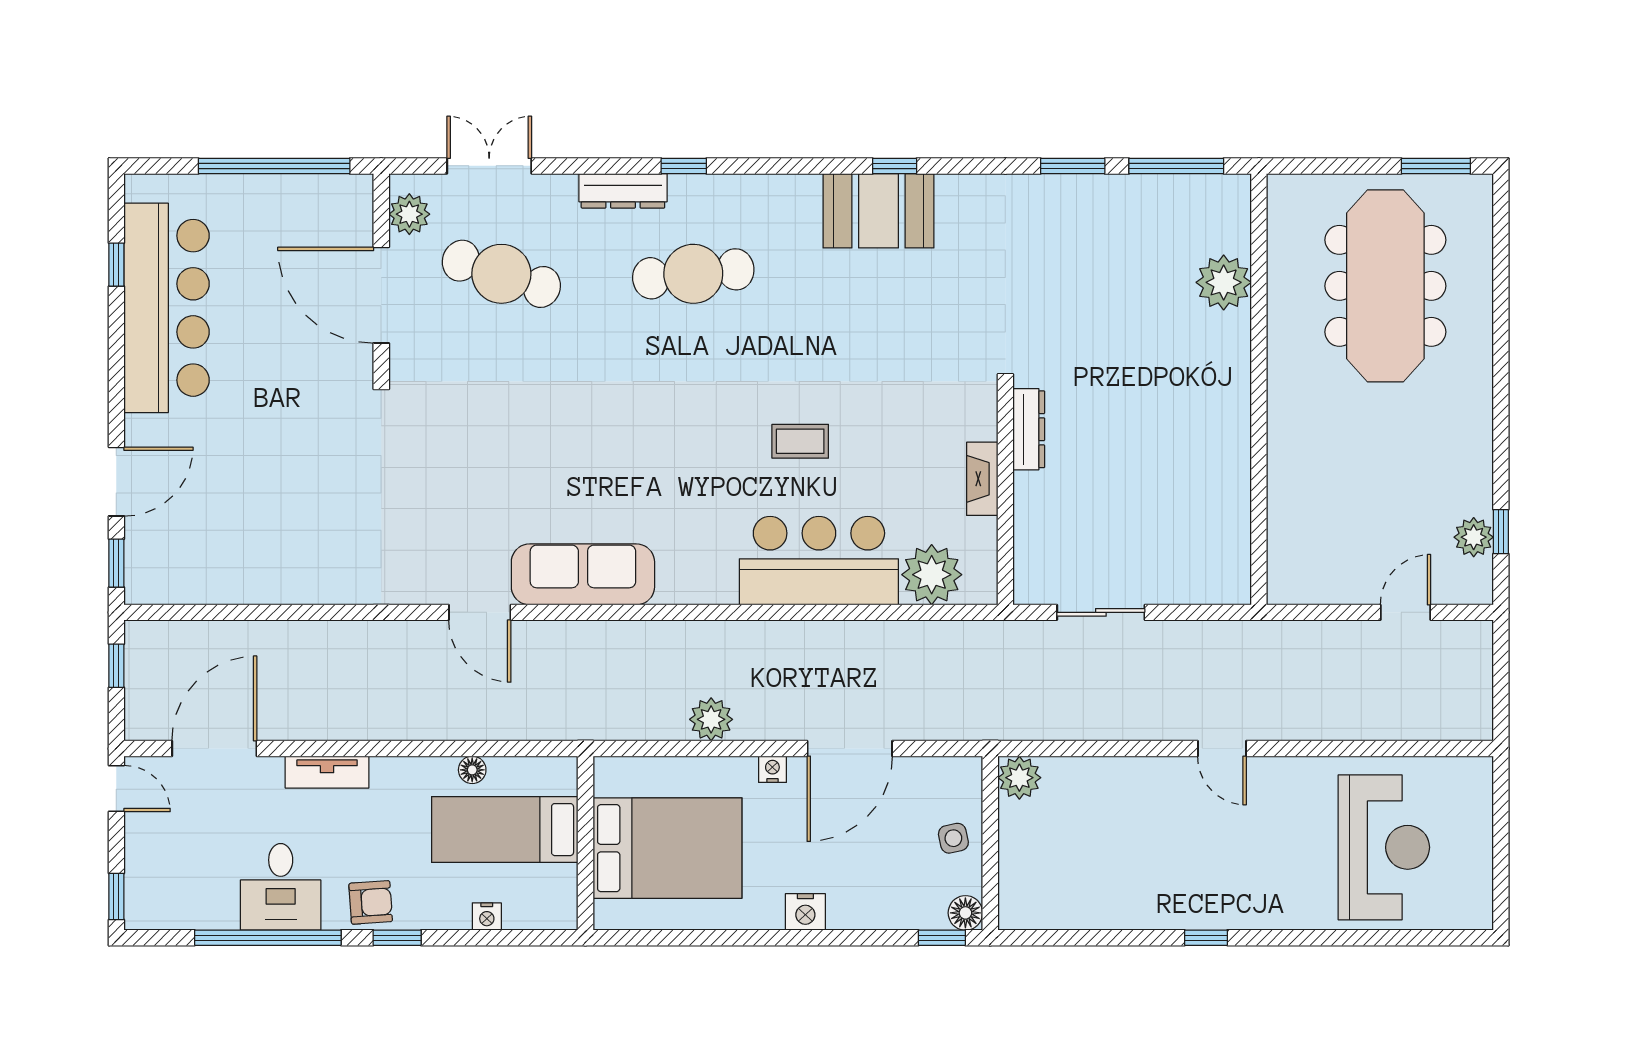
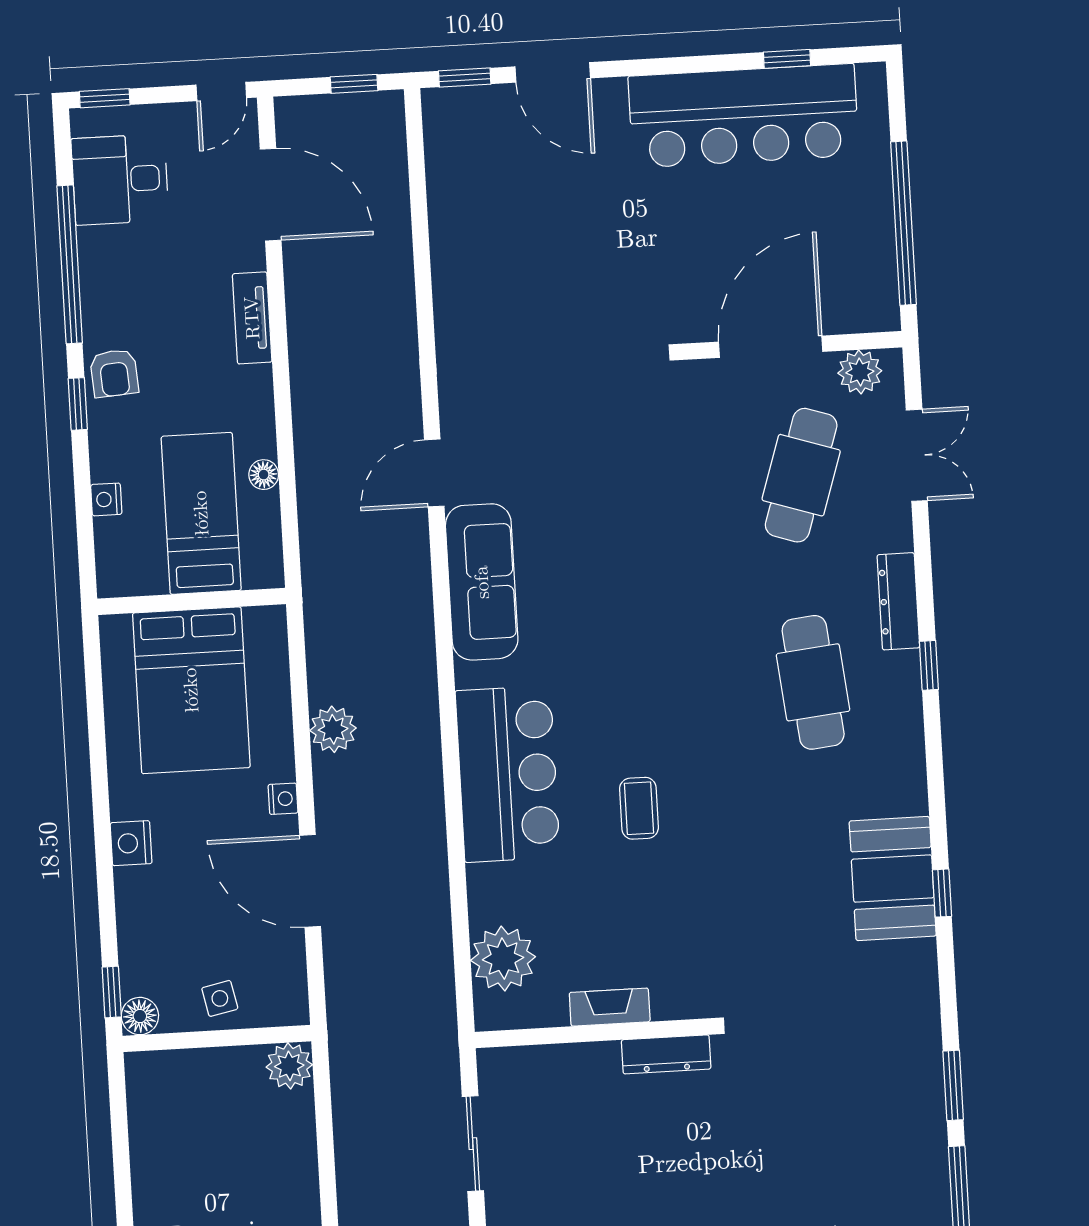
bar counter: (819, 561) -> (508, 774), moved
desk: (281, 887) -> (120, 179), moved

